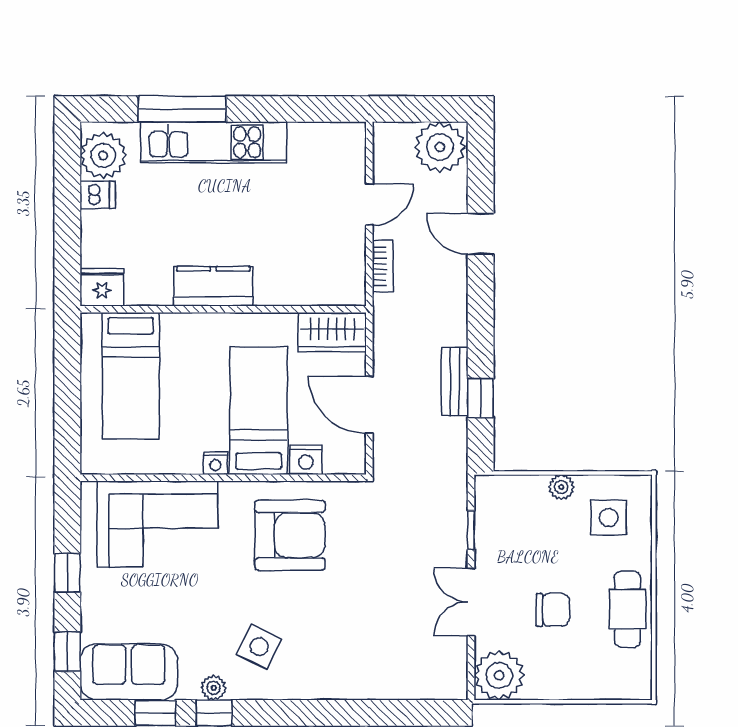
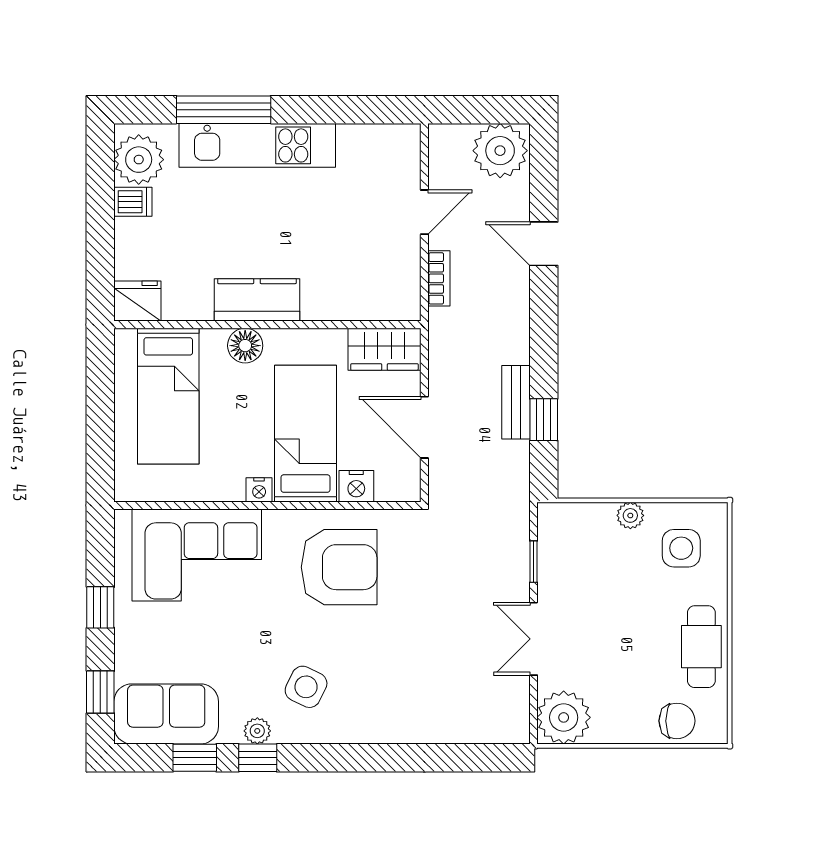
floor lamp: (202, 329) -> (245, 346), added
chair: (553, 610) -> (677, 721), moved

